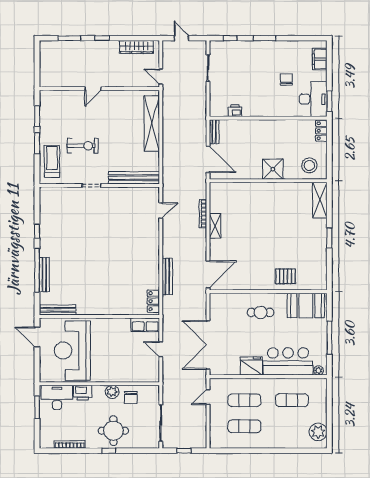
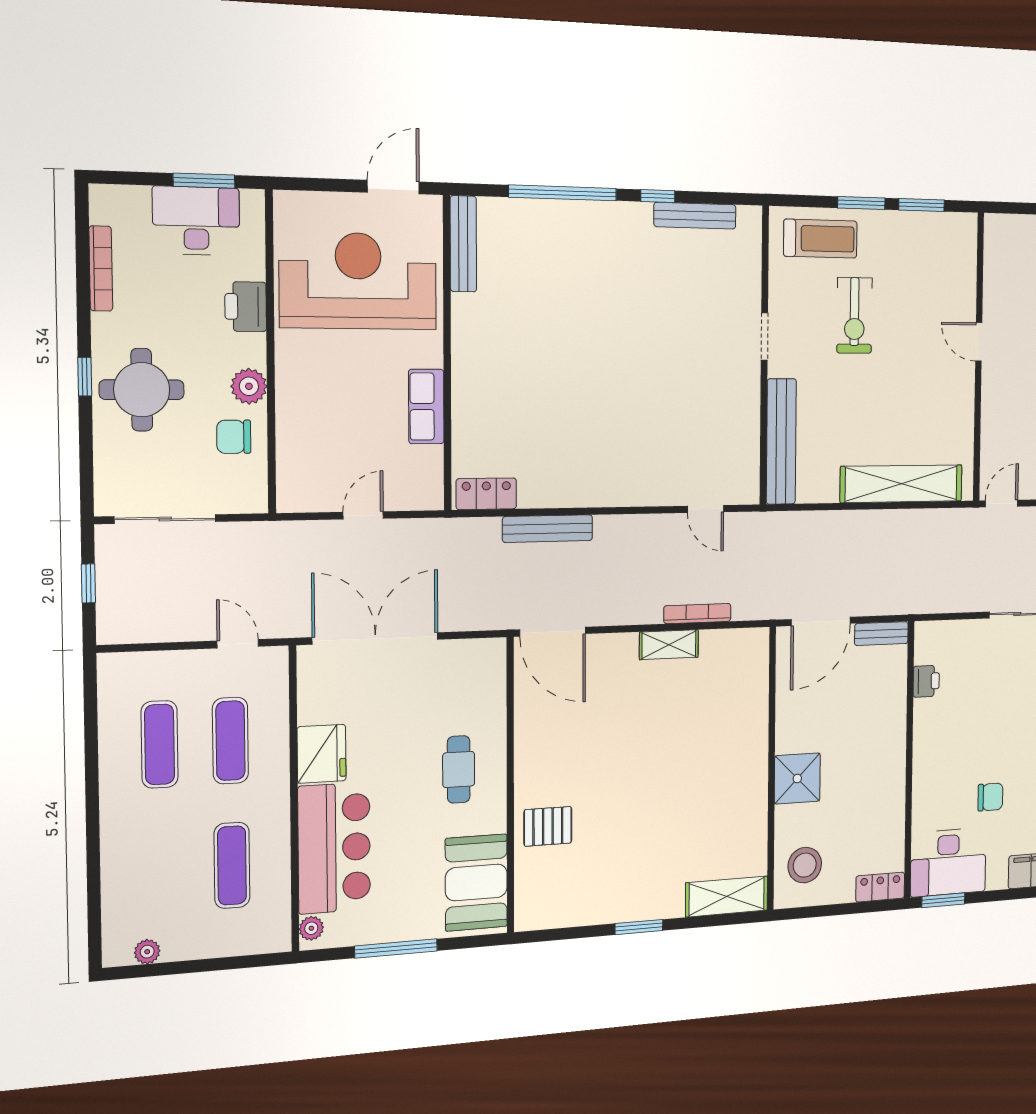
bench: (44, 275) -> (695, 216), moved
pallet: (285, 276) -> (548, 826), turned 90
row of seats: (145, 325) -> (426, 407), moved
desk: (57, 397) -> (196, 221), moved, turned -90
plant: (318, 432) -> (147, 952), width x0.53, depth x0.53

